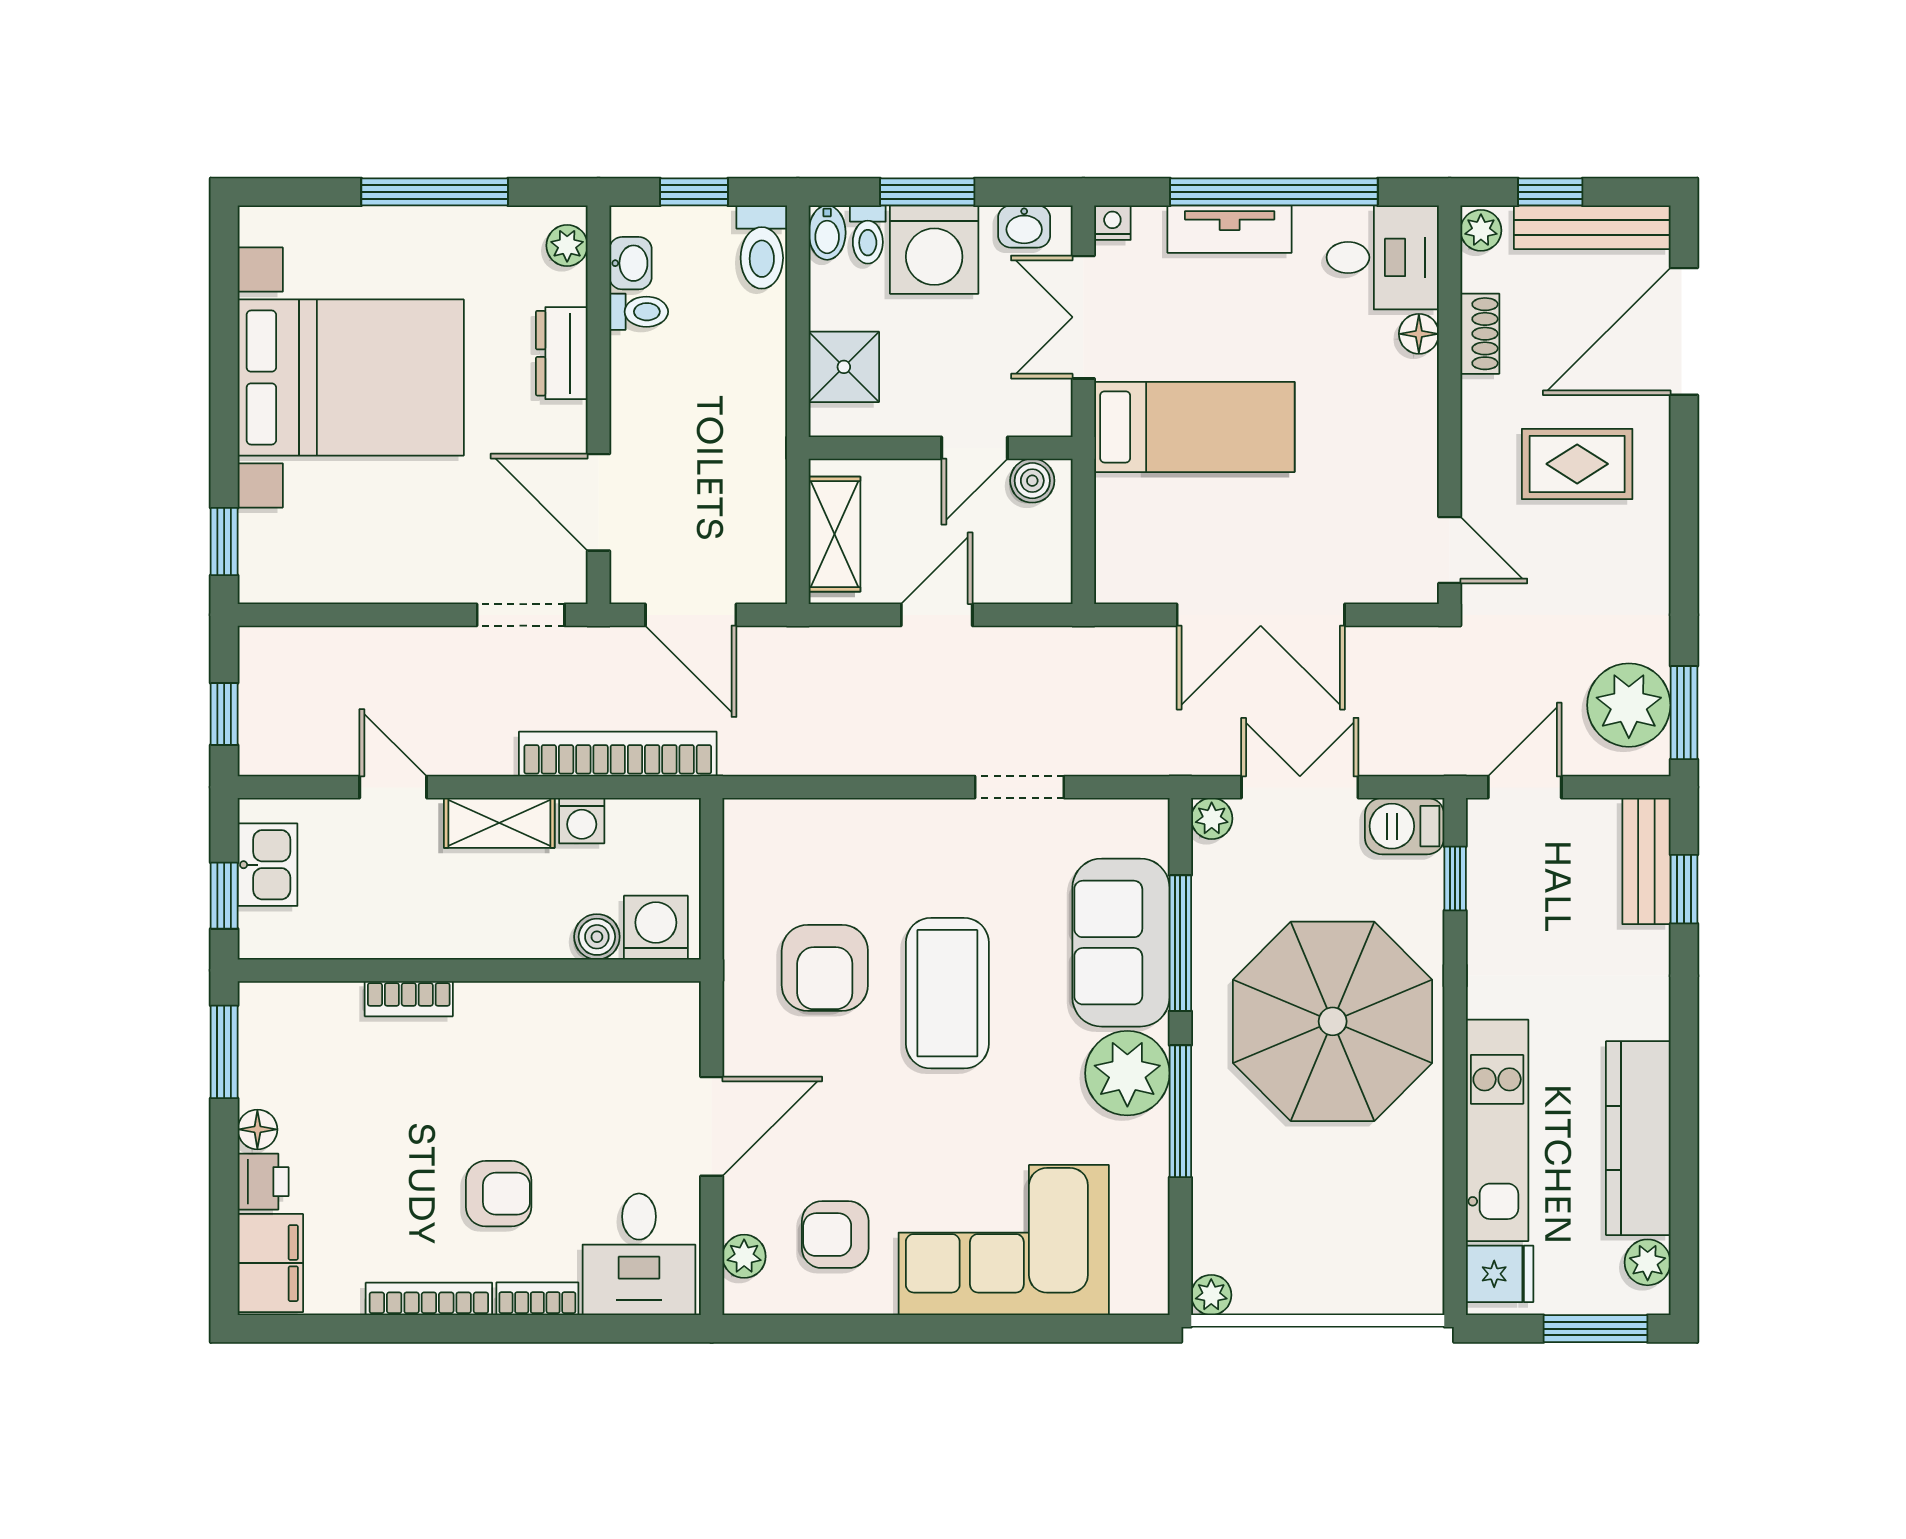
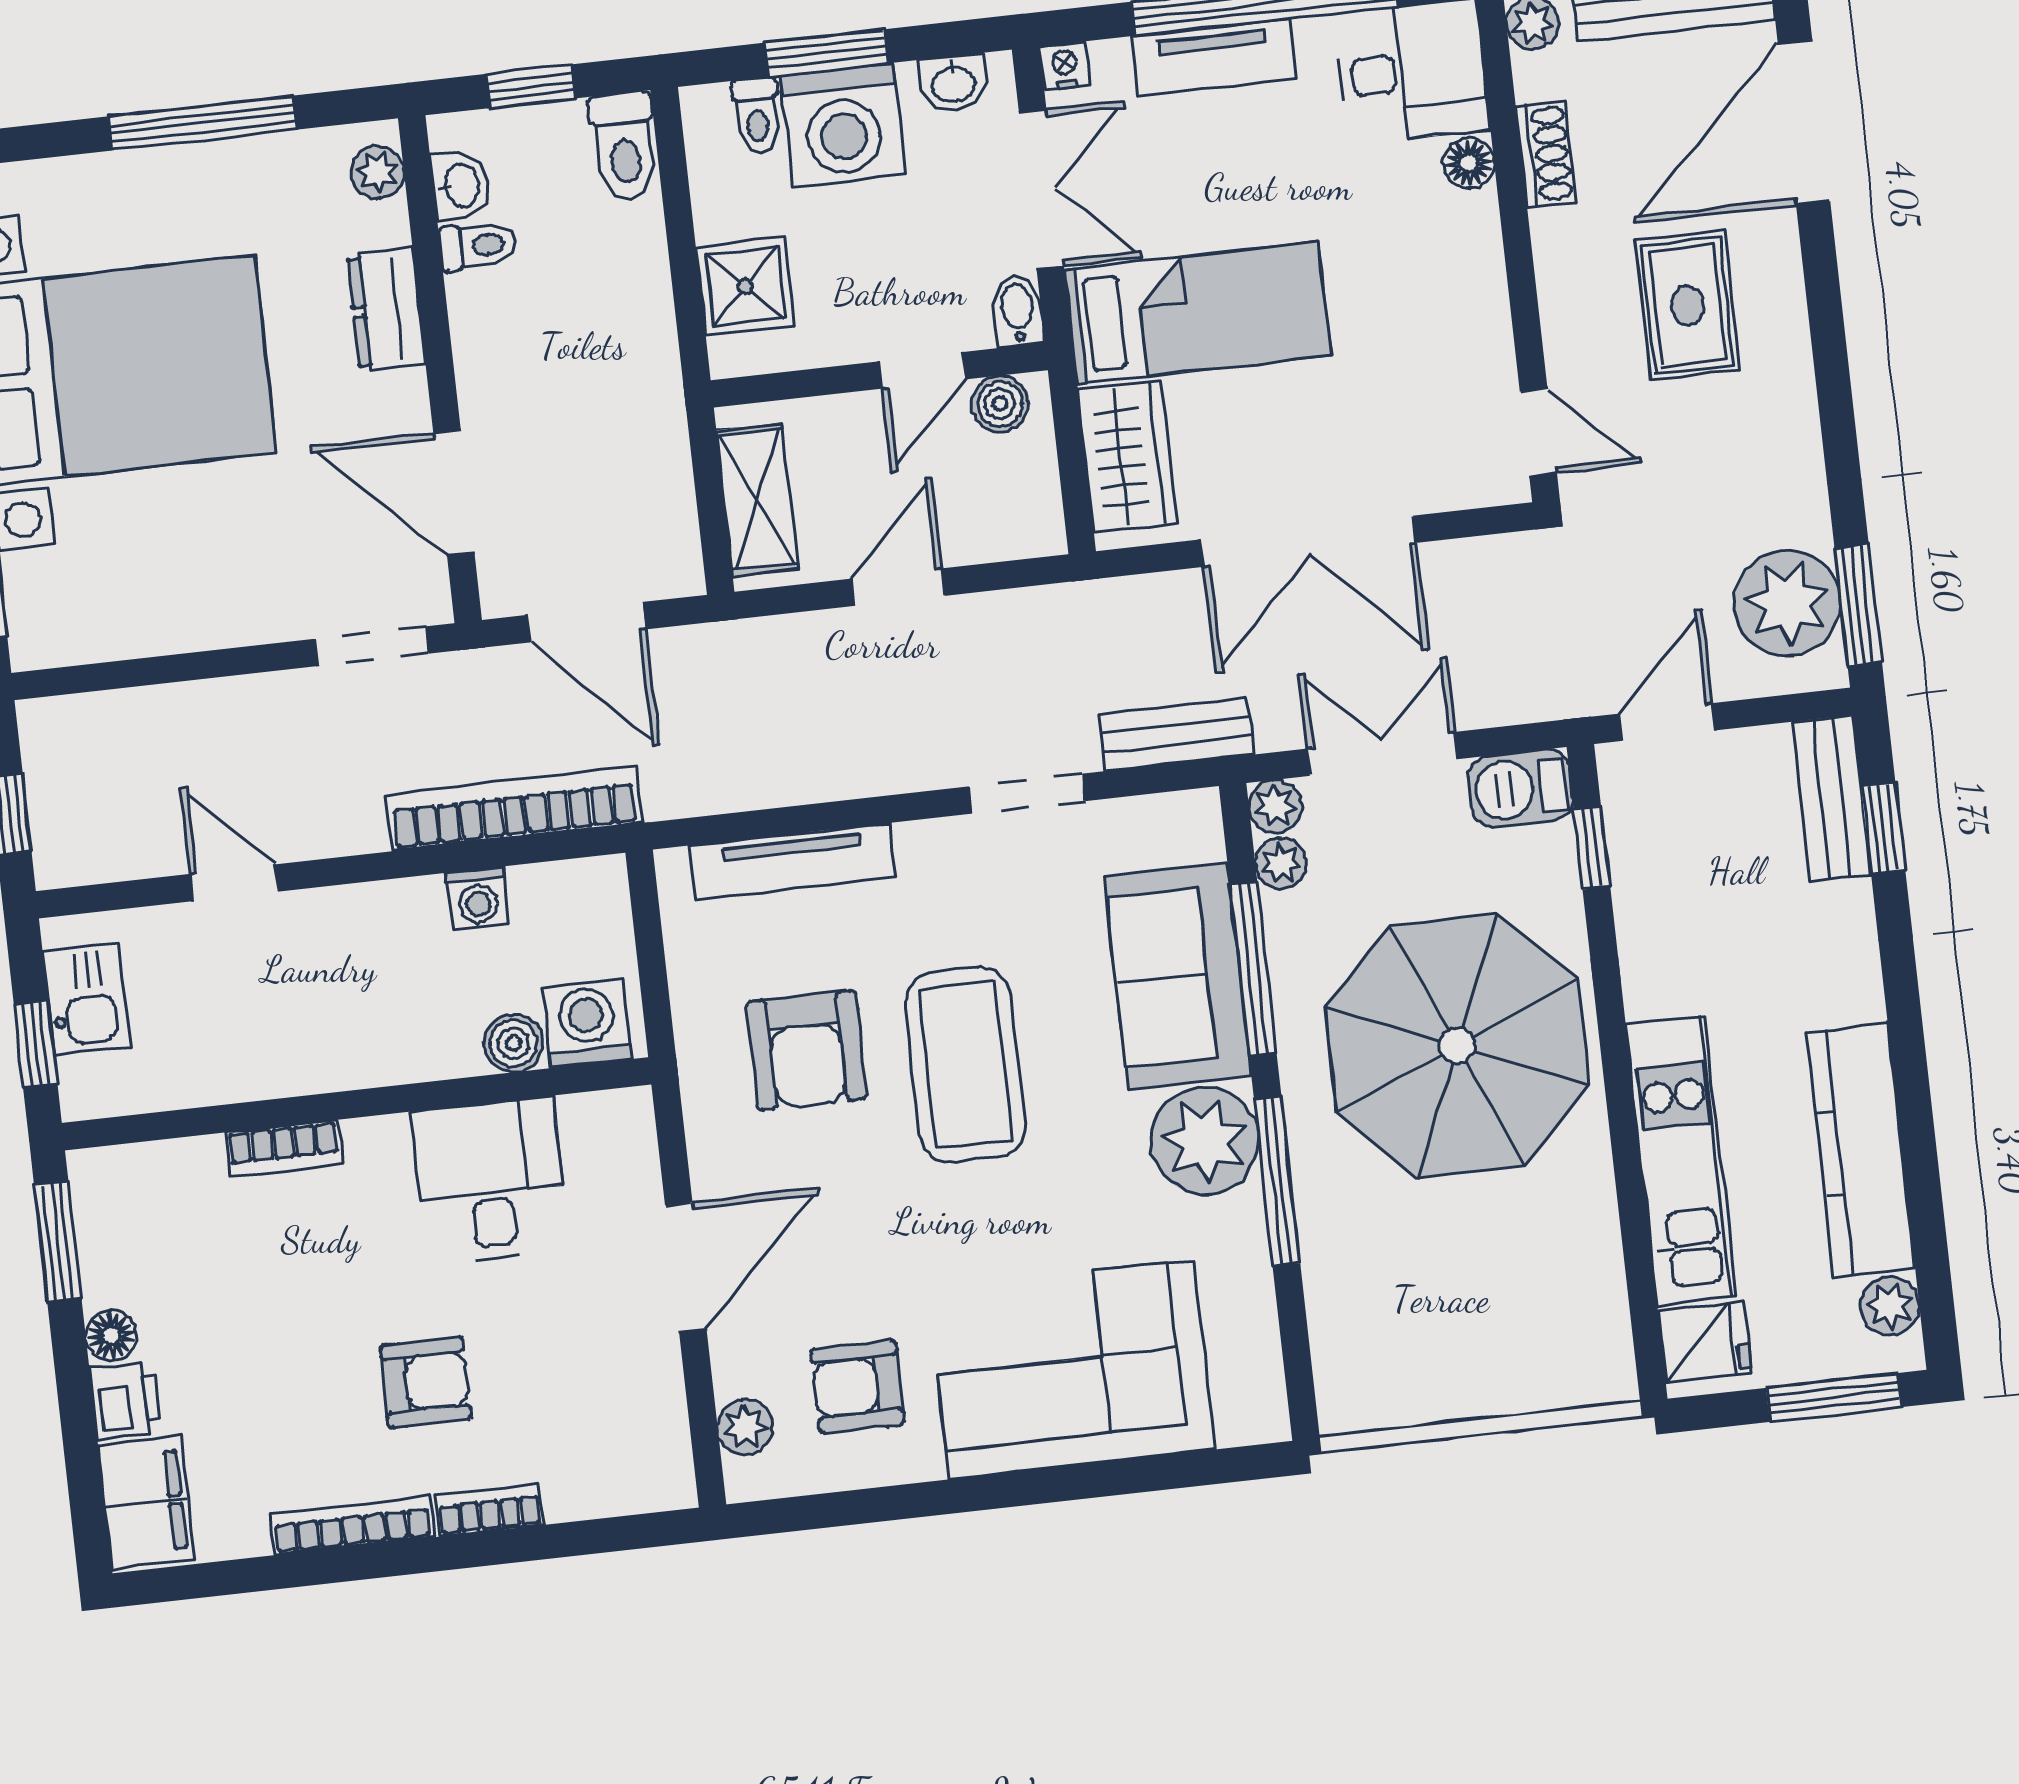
bidet: (827, 233) -> (1018, 311), moved, turned 180
double door: (1083, 317) -> (1041, 189), swing flipped
rug: (1577, 464) -> (1688, 305), turned 90
wardrobe: (1127, 533) -> (1127, 457), added
bench: (1140, 754) -> (1176, 734), added
tv unit: (831, 819) -> (793, 861), added
shelving: (499, 823) -> (374, 913), removed
desk: (639, 1254) -> (490, 1181), moved, turned 180
plant: (1211, 1295) -> (1281, 863), moved

